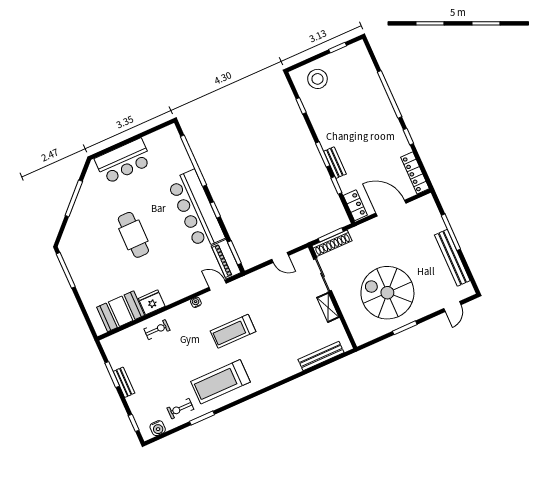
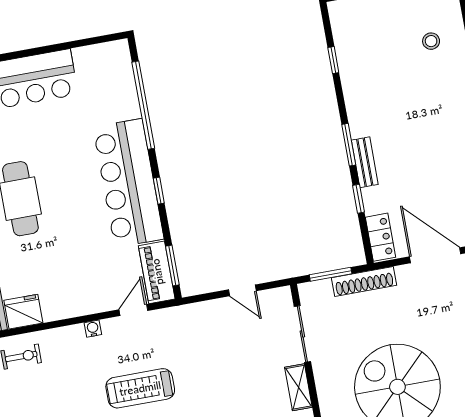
stool: (317, 79) -> (431, 41), moved, width x0.53, depth x0.53
shoe rack: (332, 243) -> (364, 281), moved
door: (218, 285) -> (133, 310), hinge flipped

